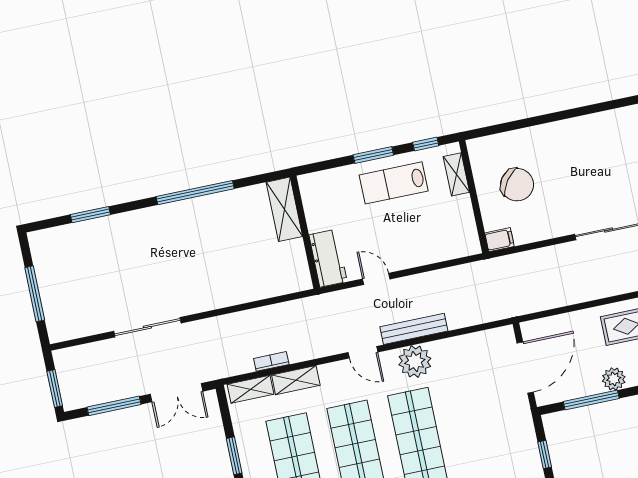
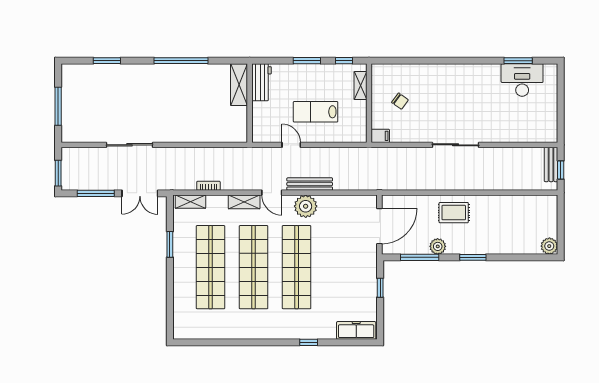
lab bench: (394, 183) -> (316, 112), moved
chair: (517, 185) -> (400, 101), width x0.54, depth x0.54
workbench: (328, 258) -> (262, 82), moved
shelving: (296, 380) -> (244, 202), moved

